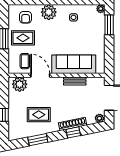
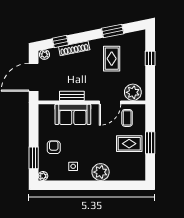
armchair: (26, 17) -> (54, 147), moved
sofa: (74, 64) -> (73, 114), width x0.73
door: (40, 75) -> (110, 102), hinge flipped
rug: (39, 115) -> (112, 59), turned 90
window: (73, 132) -> (60, 42), moved

